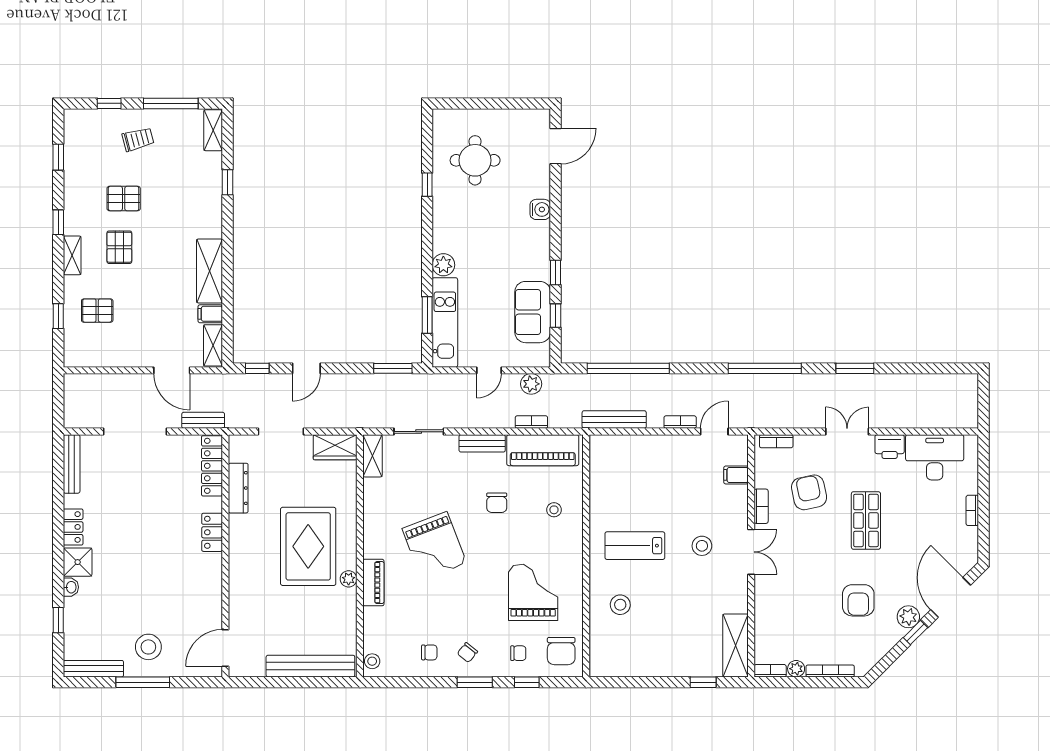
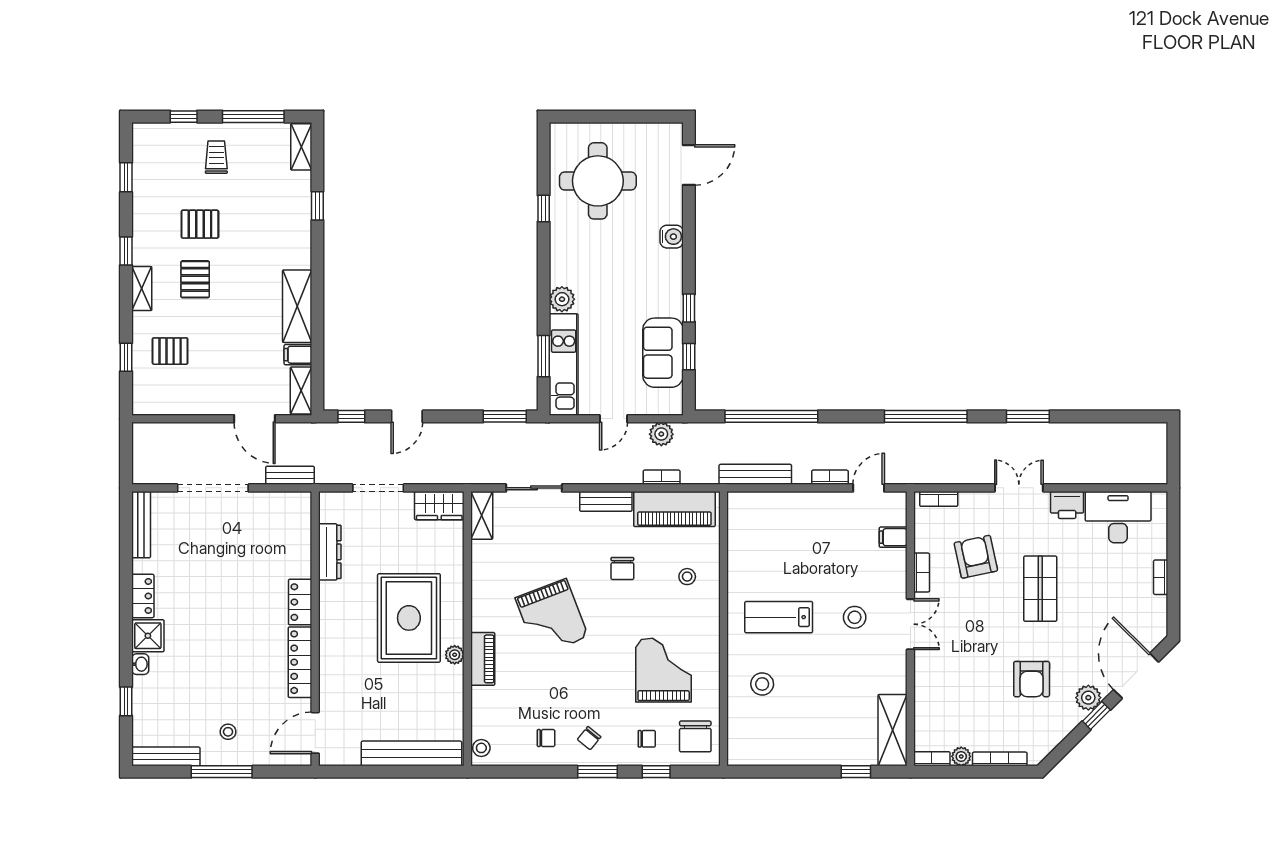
trolley: (138, 139) -> (216, 157), turned -75
round table: (475, 160) -> (598, 181), width x1.36, depth x1.36
locker: (212, 466) -> (300, 662), moved
stool: (148, 647) -> (228, 732), width x0.53, depth x0.53

